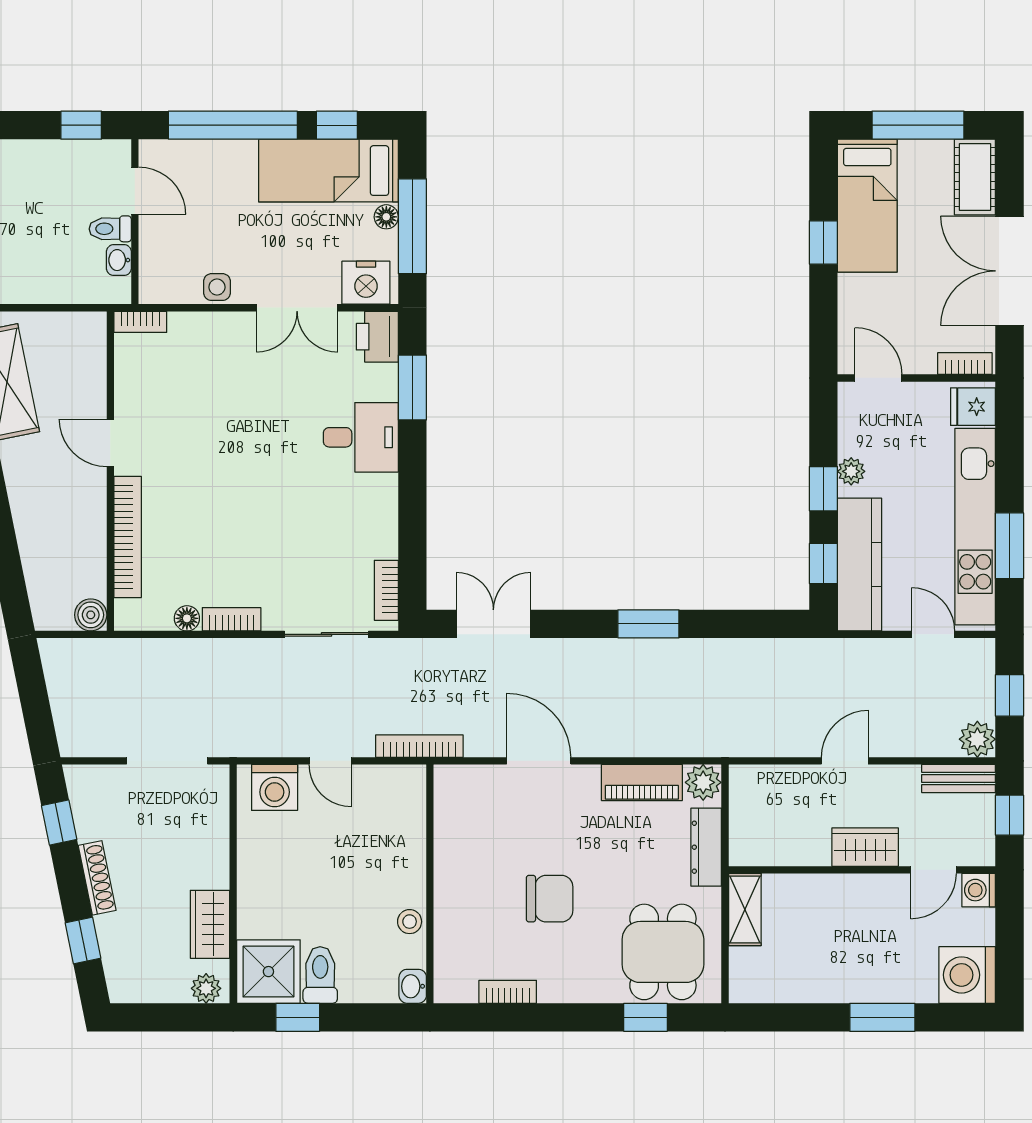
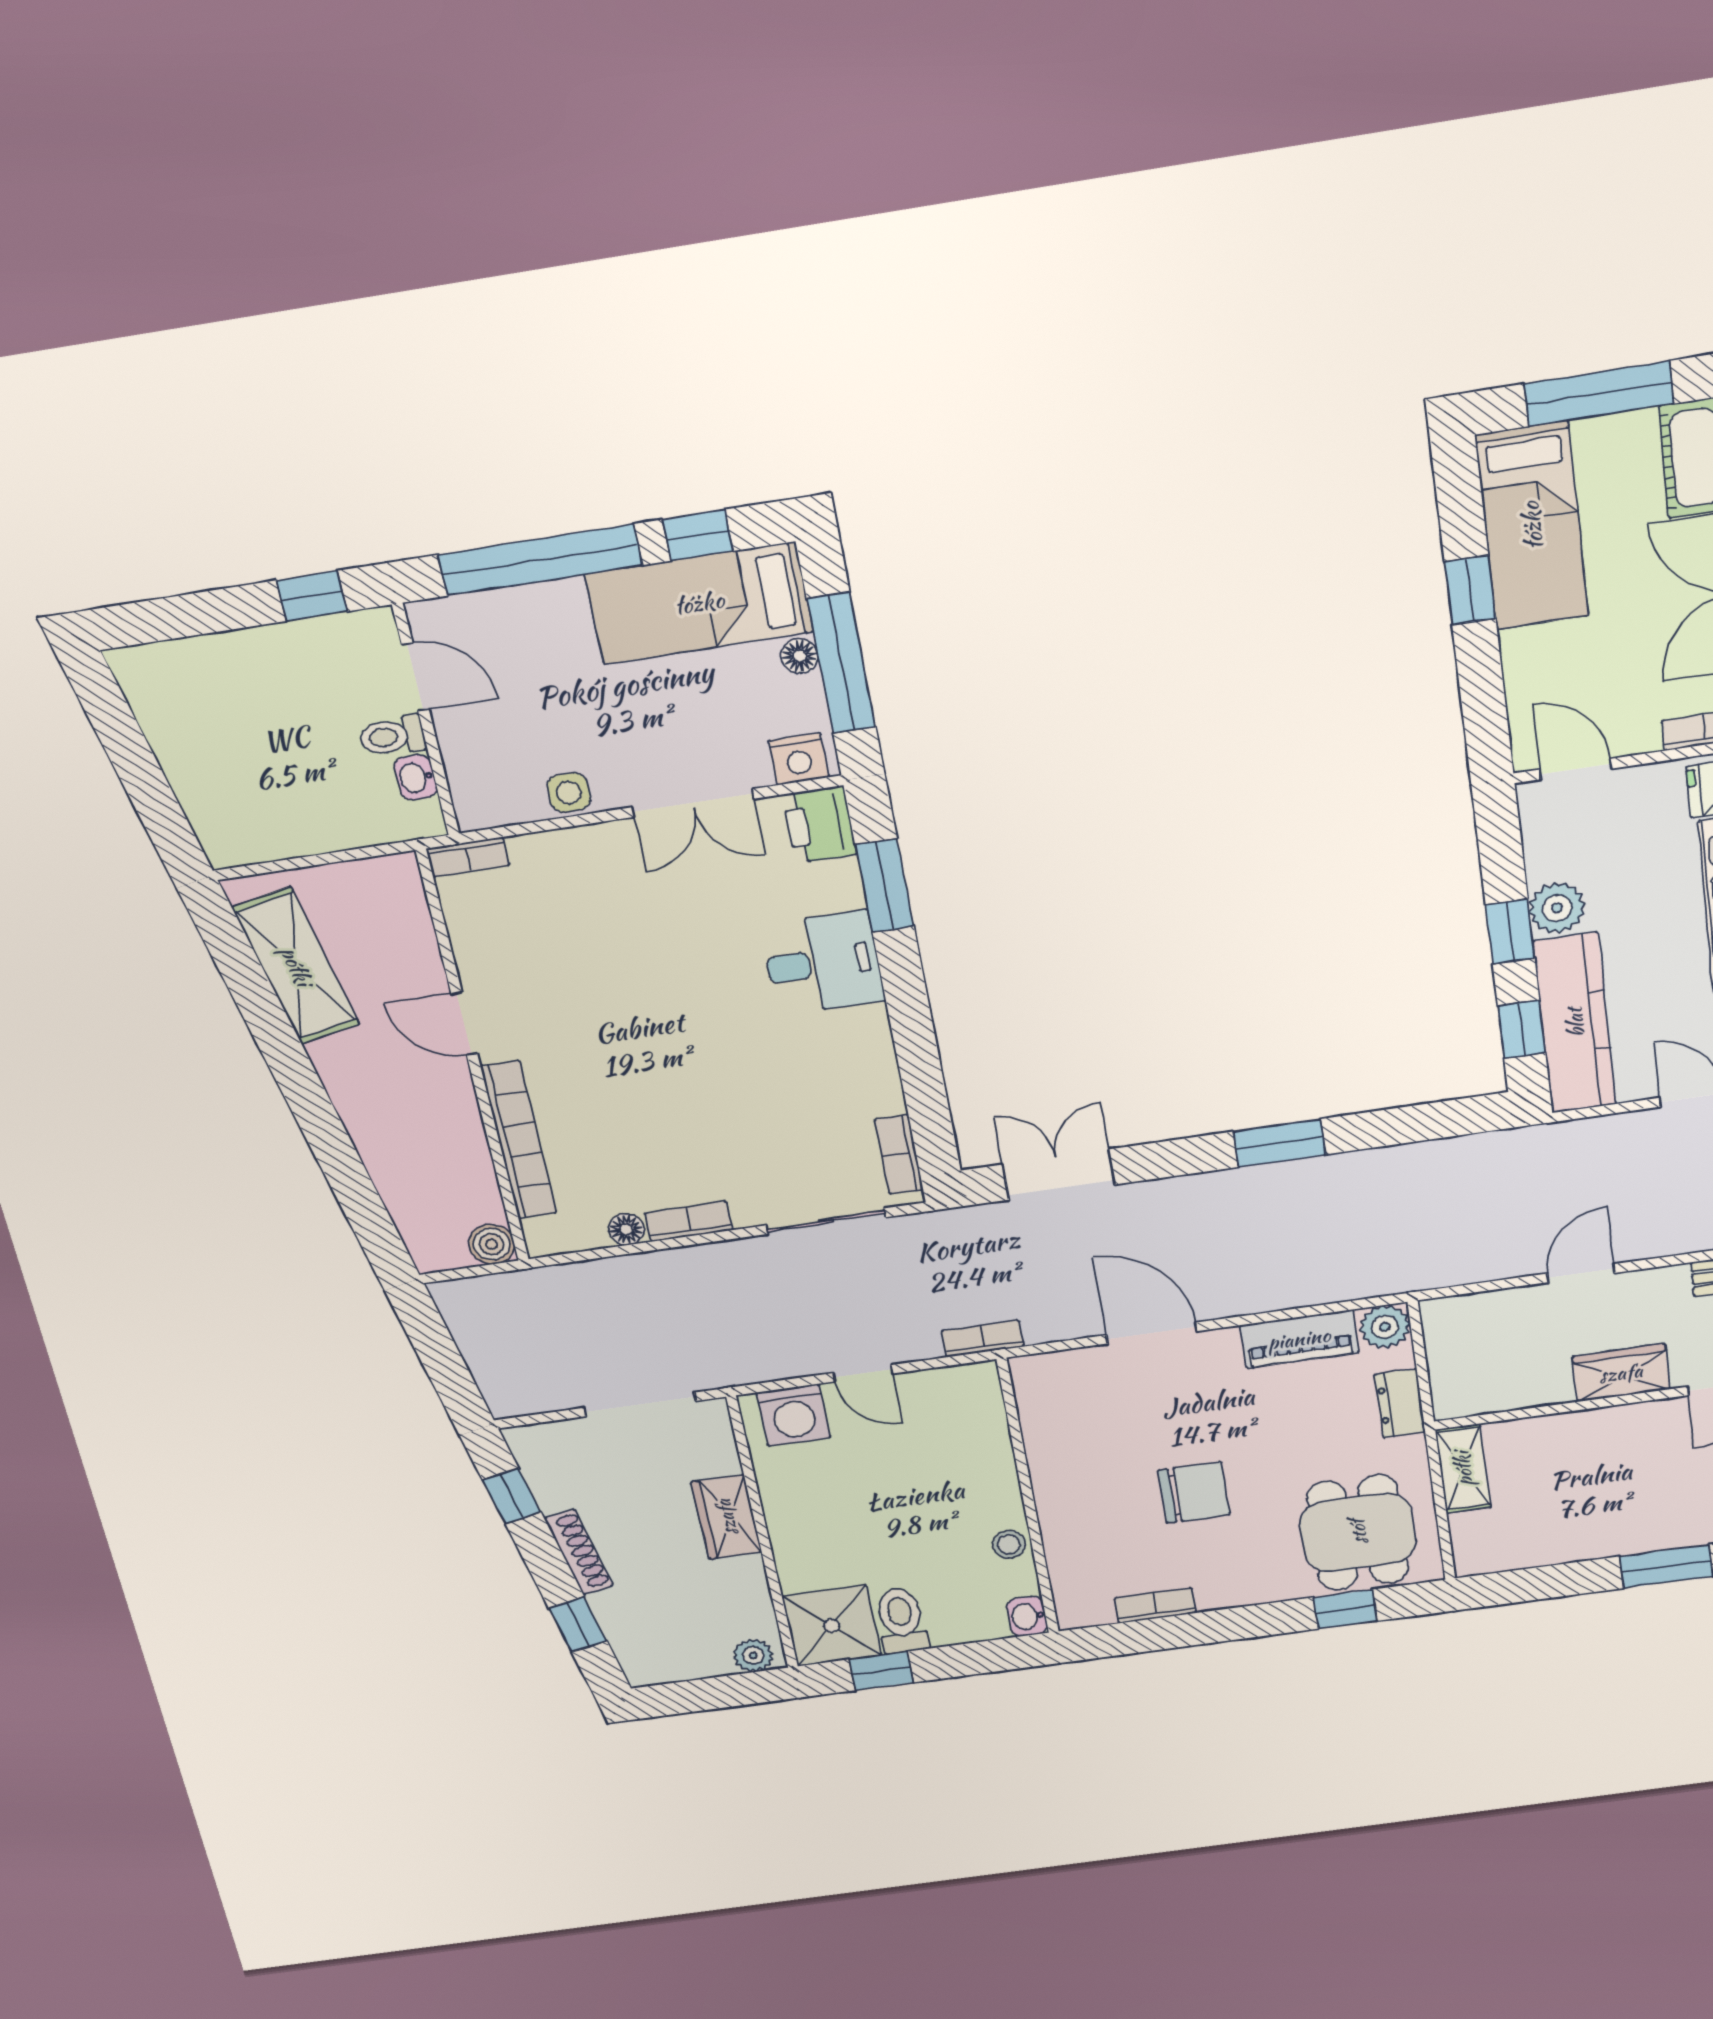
nightstand: (366, 283) -> (799, 759), width x0.74, depth x0.75
plant: (851, 471) -> (1557, 908), width x1.38, depth x1.38
bookcase: (419, 746) -> (983, 1339), width x0.64
dresser: (706, 847) -> (1400, 1403), width x0.70
wardrobe: (210, 924) -> (726, 1517), moved

